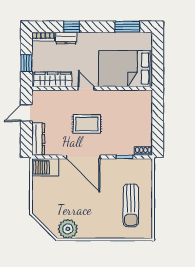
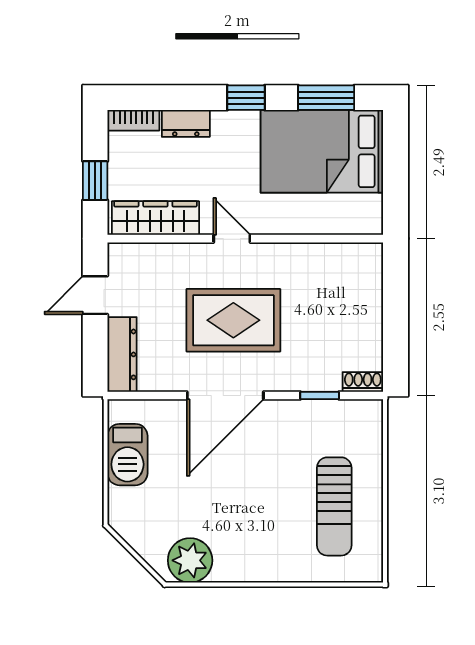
window: (72, 27) -> (246, 98), moved
bed: (125, 69) -> (322, 151), moved
rug: (87, 124) -> (233, 320), width x1.36, depth x1.43
door: (83, 157) -> (225, 396), hinge flipped
barbecue: (45, 167) -> (127, 455), moved, turned -90

